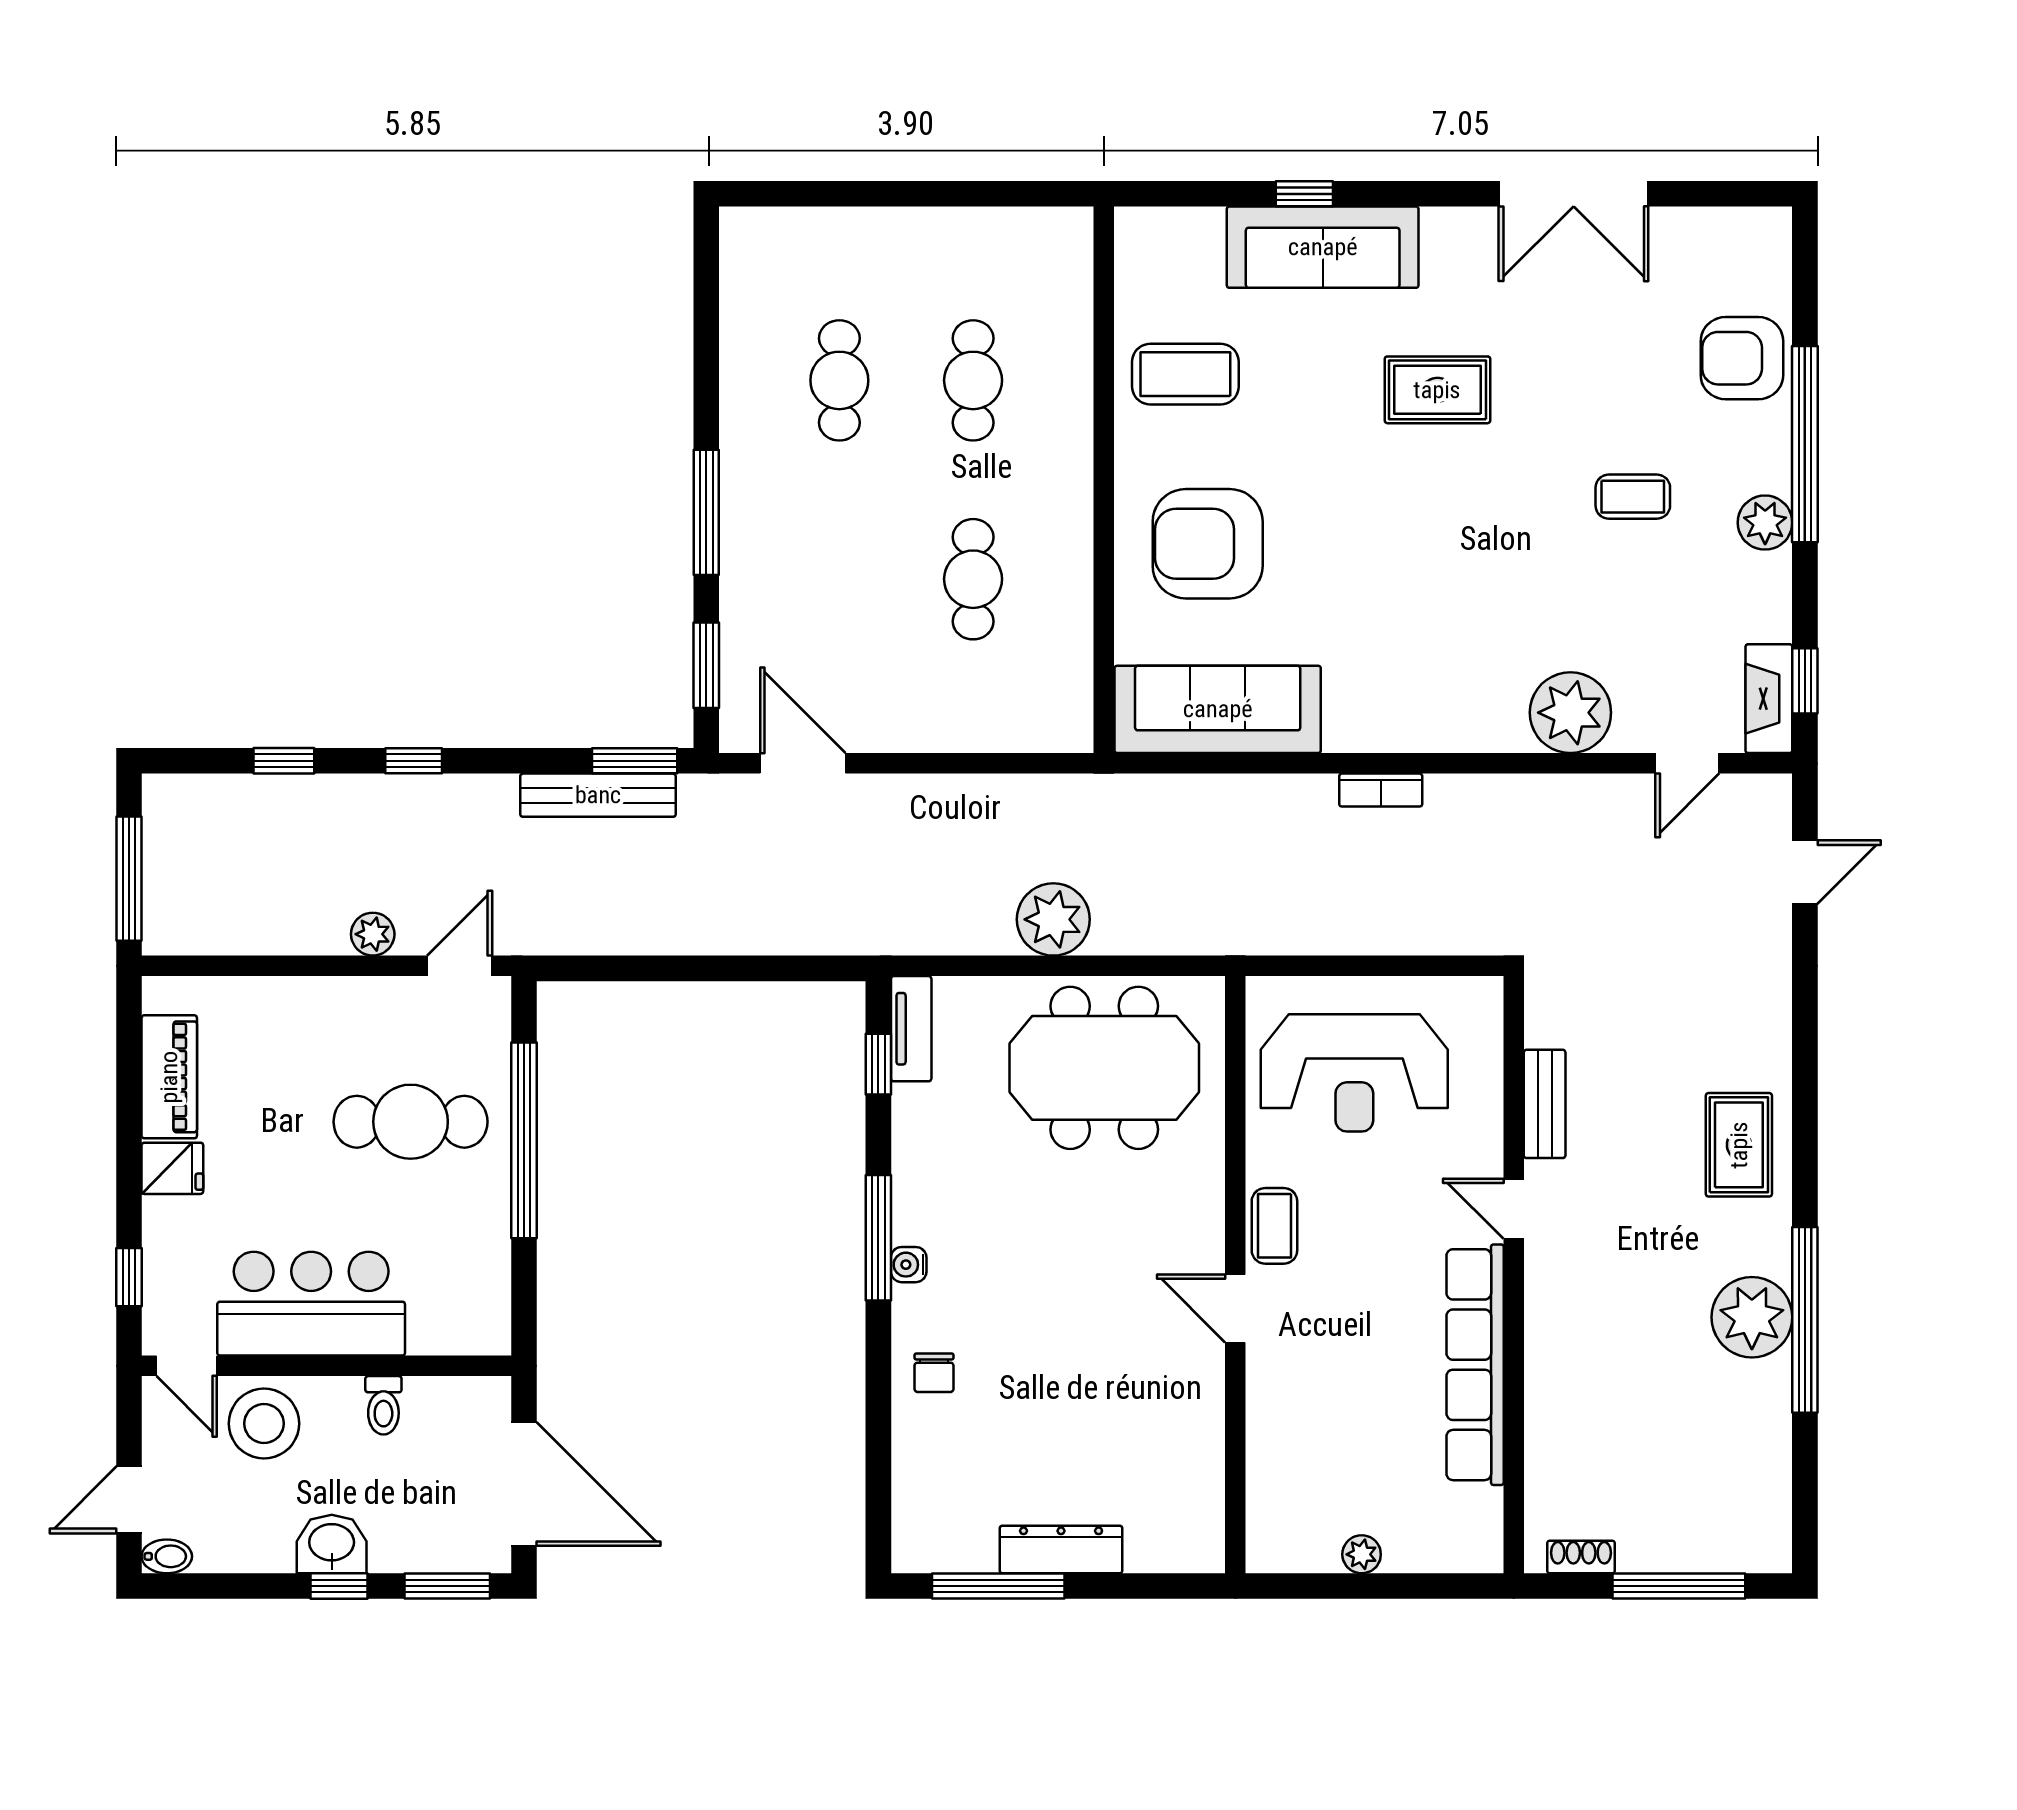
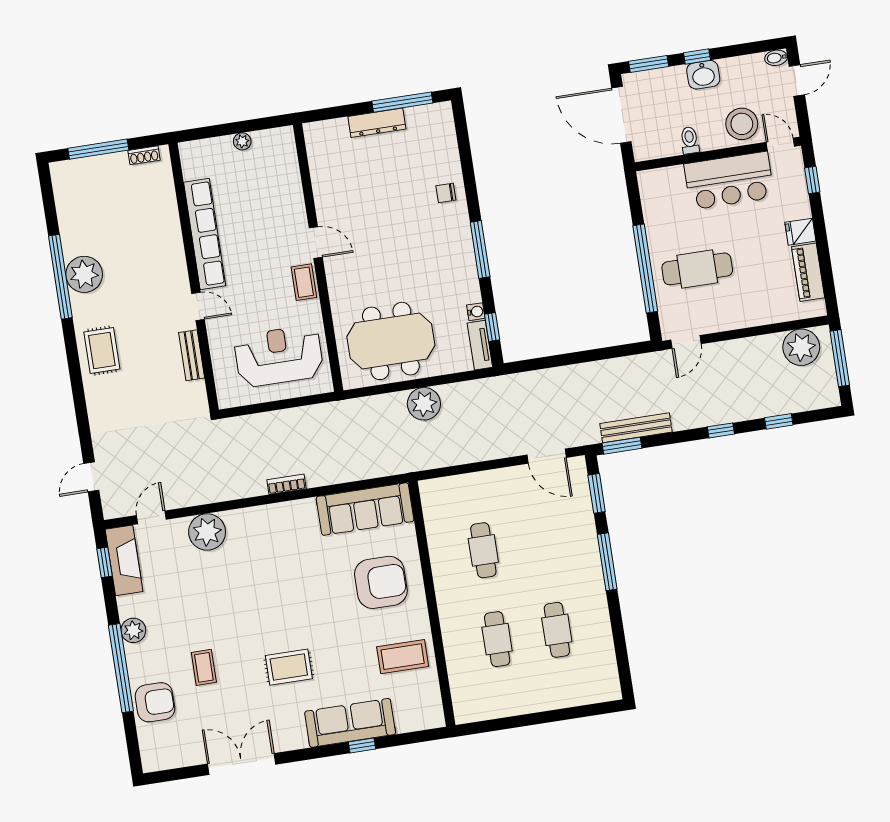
coffee table: (1633, 497) -> (204, 667), moved, turned 90
fireplace: (1769, 699) -> (124, 560), width x1.37, depth x1.32
plant: (373, 934) -> (801, 347), moved, width x1.88, depth x1.88
water cooler: (909, 1265) -> (476, 312), moved
chair: (934, 1373) -> (446, 193), turned -90

